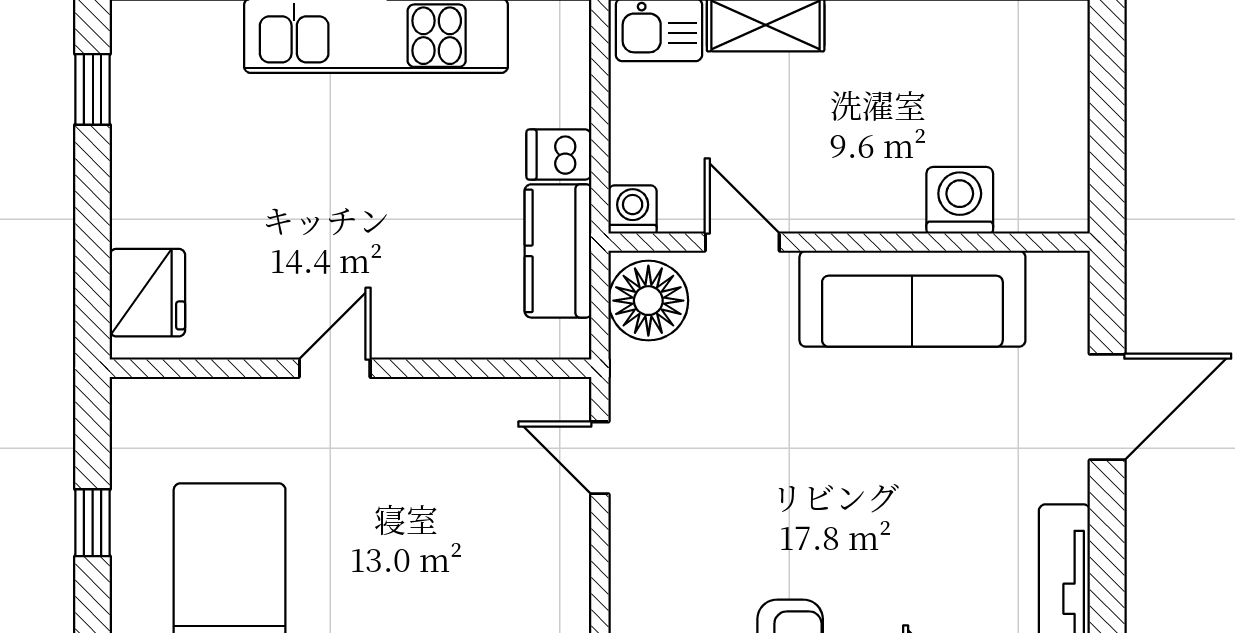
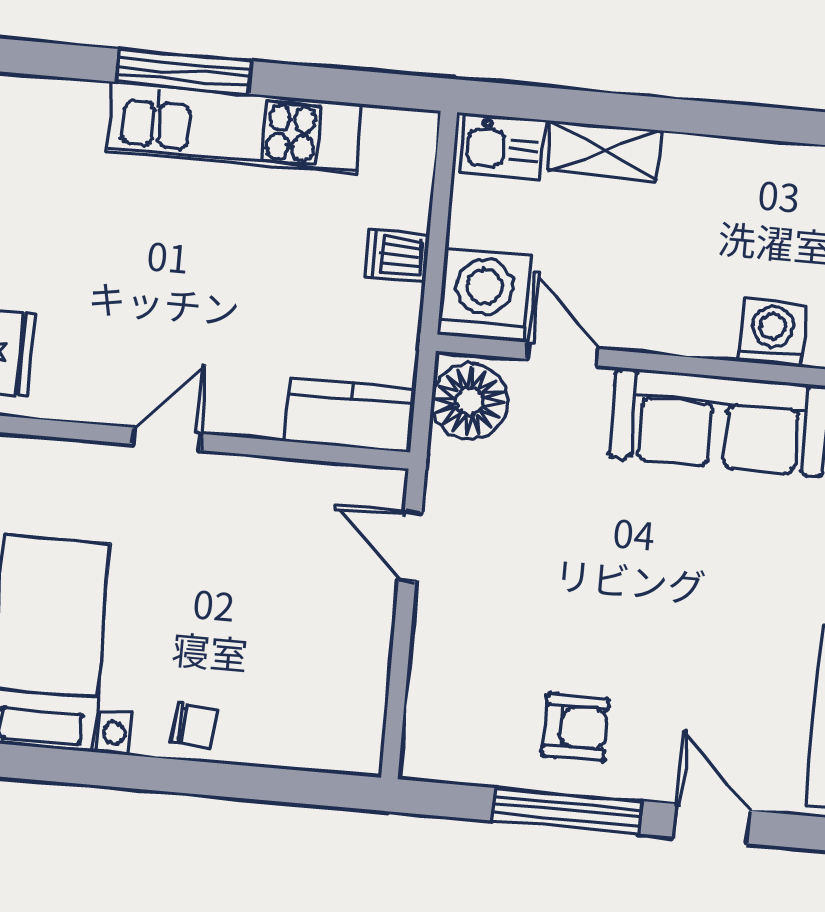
washing machine: (633, 209) -> (484, 295), width x1.89, depth x1.89
kitchen counter: (558, 251) -> (350, 415), moved, turned 90

